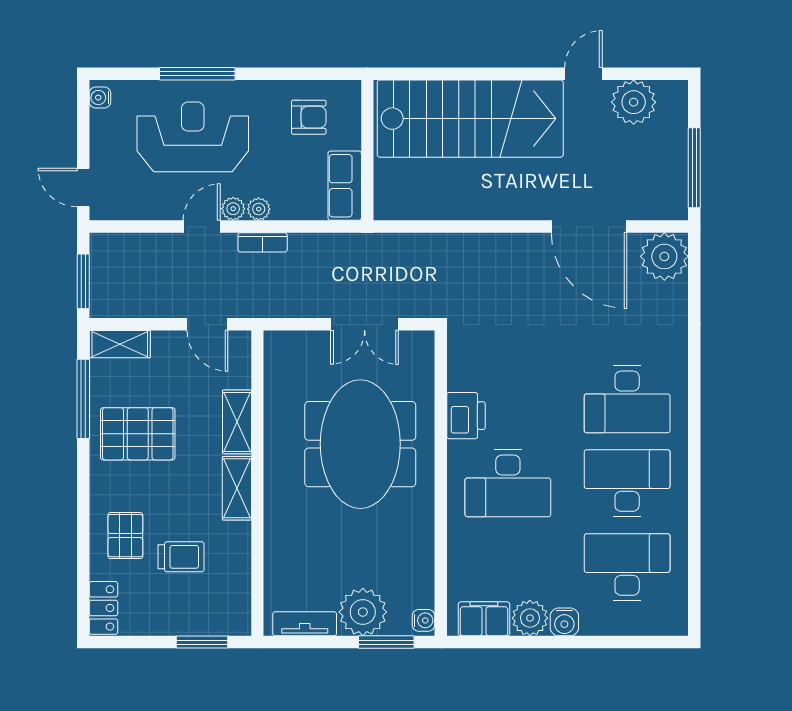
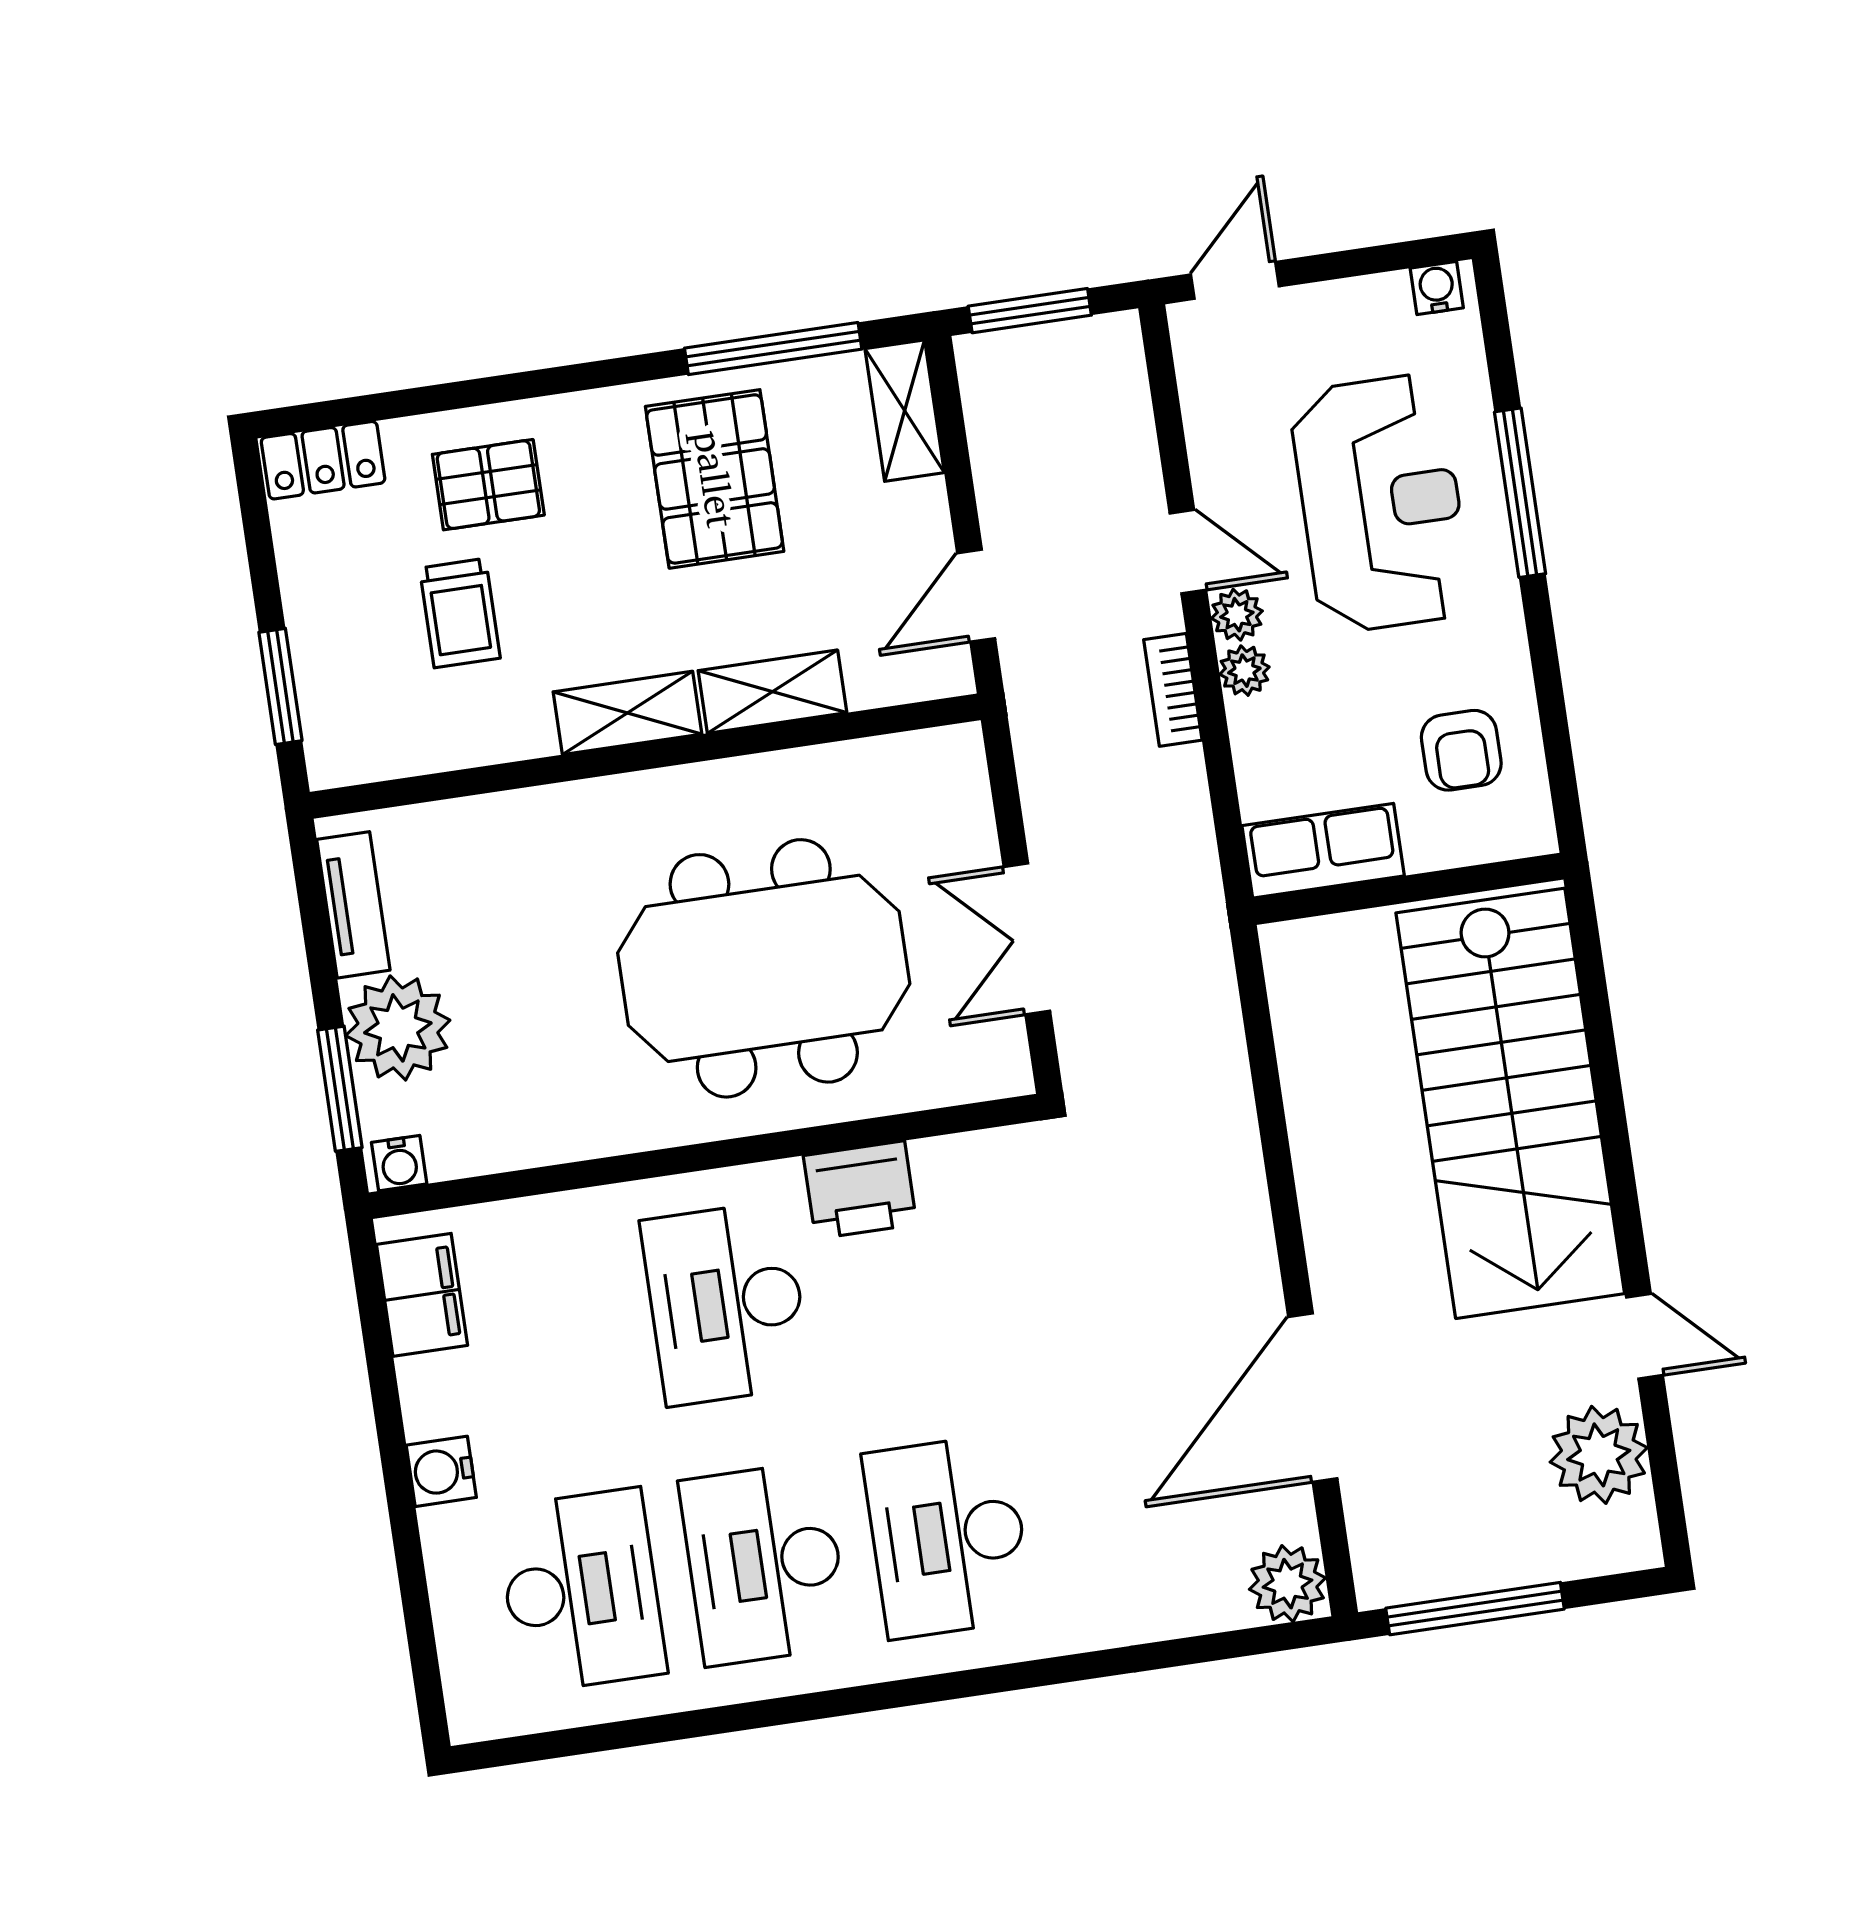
plant: (664, 256) -> (1288, 1584), width x0.73, depth x0.73
desk: (627, 483) -> (764, 1563), turned 180
plant: (530, 618) -> (439, 1395), removed

